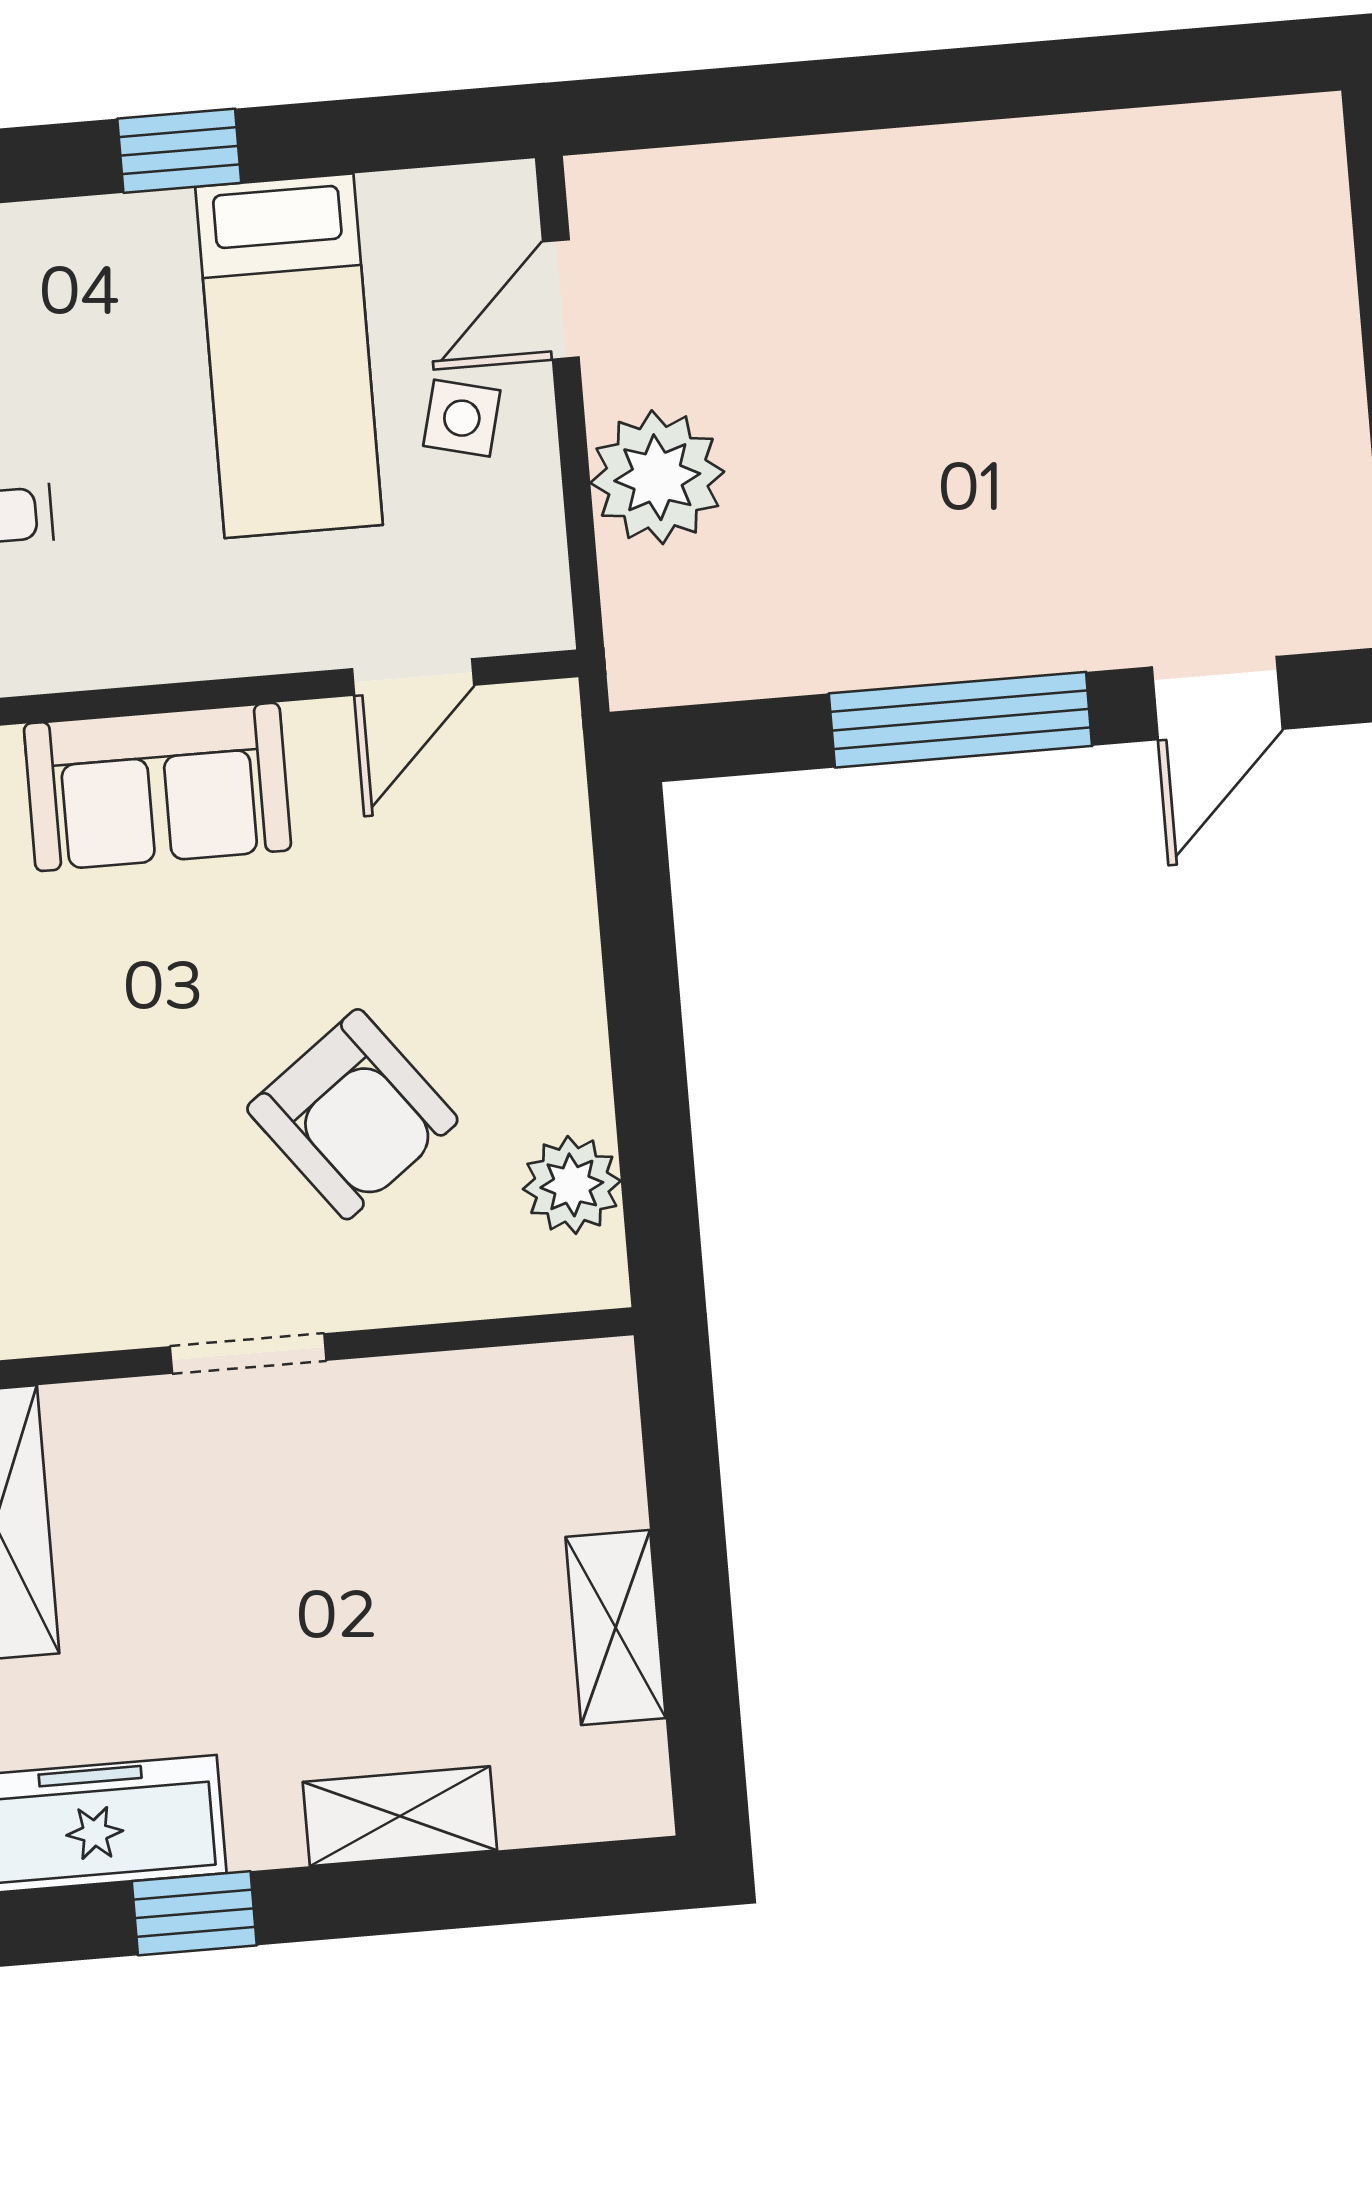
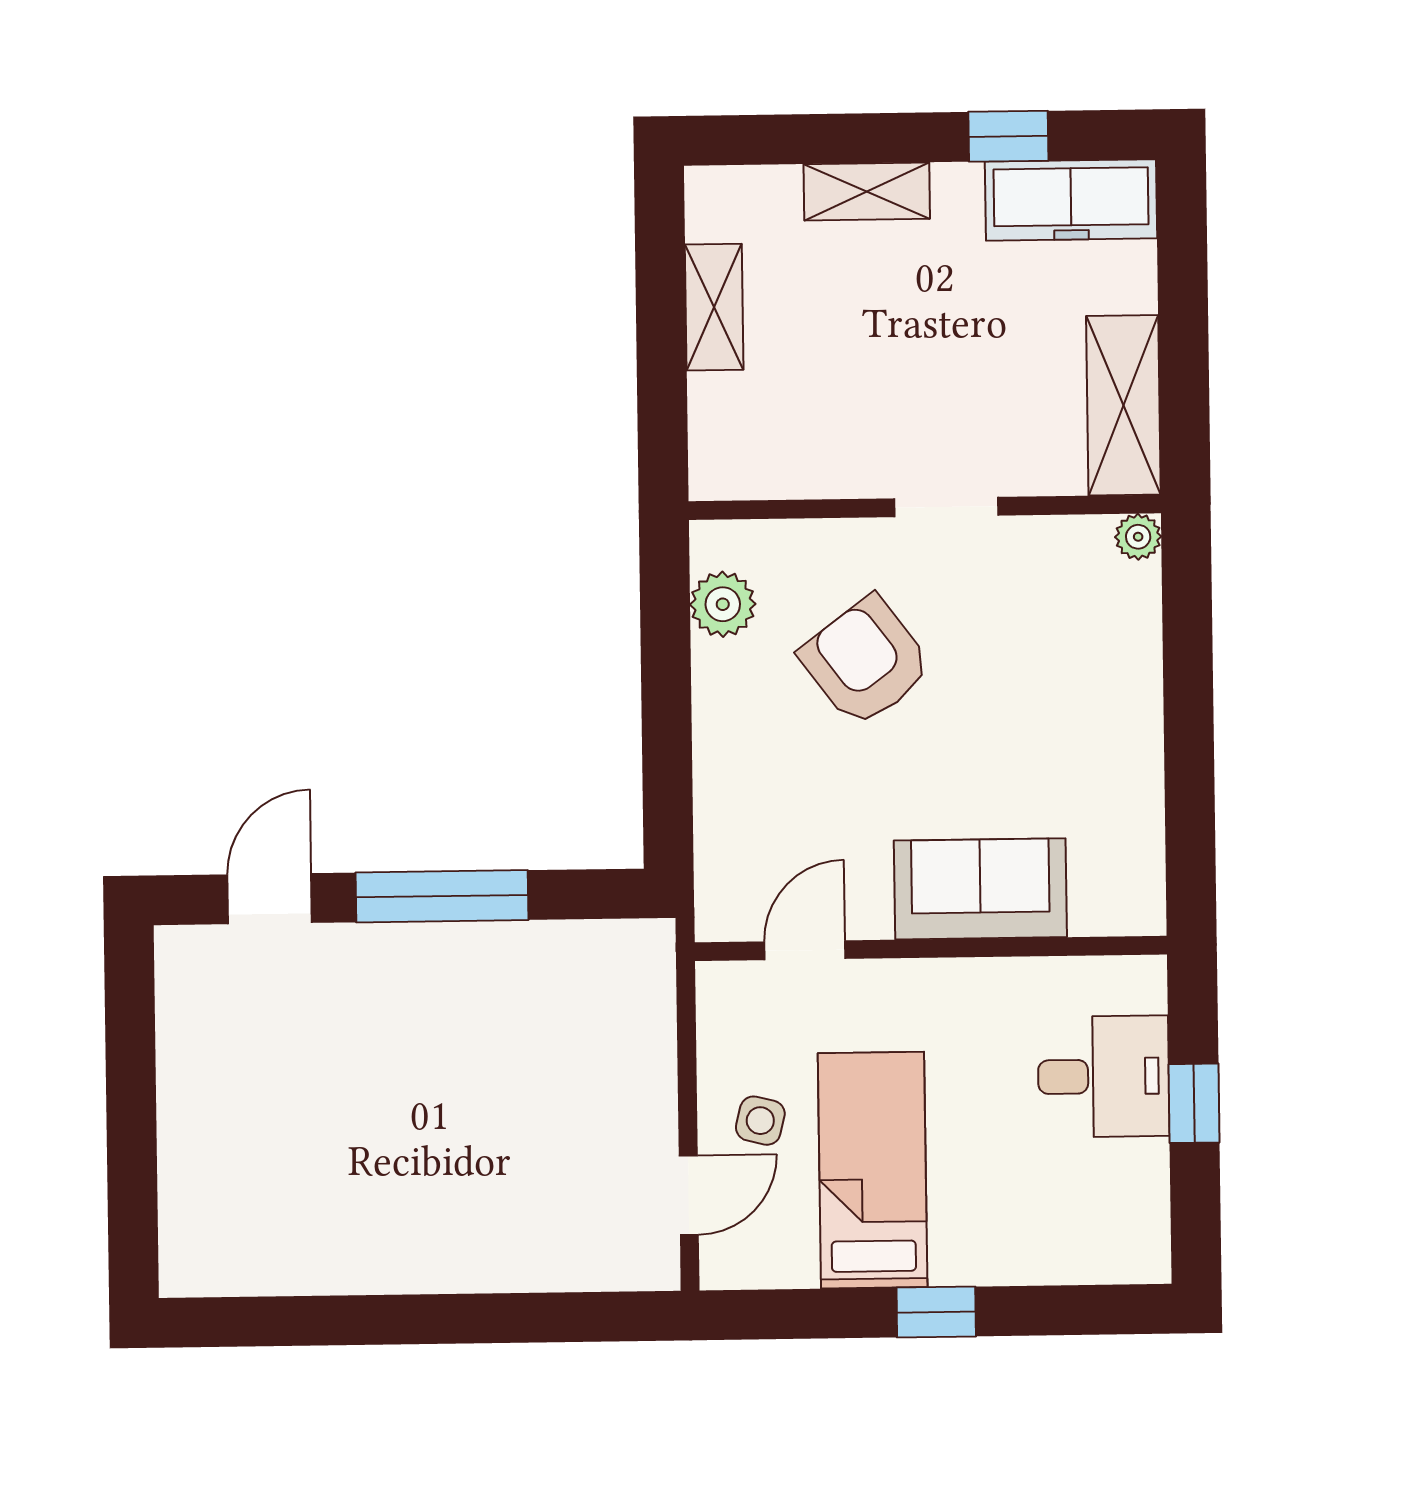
plant: (657, 477) -> (633, 1072), removed

